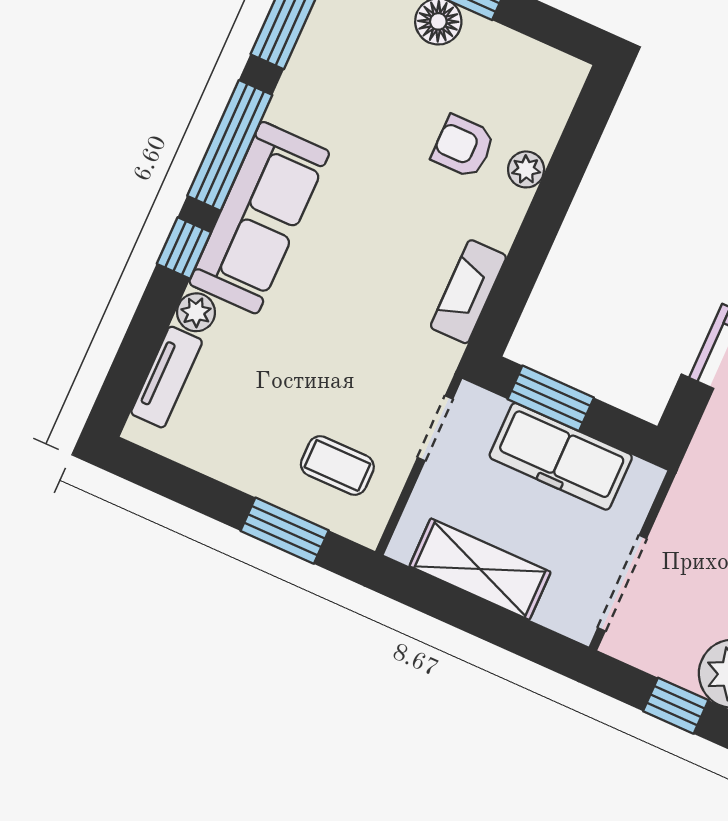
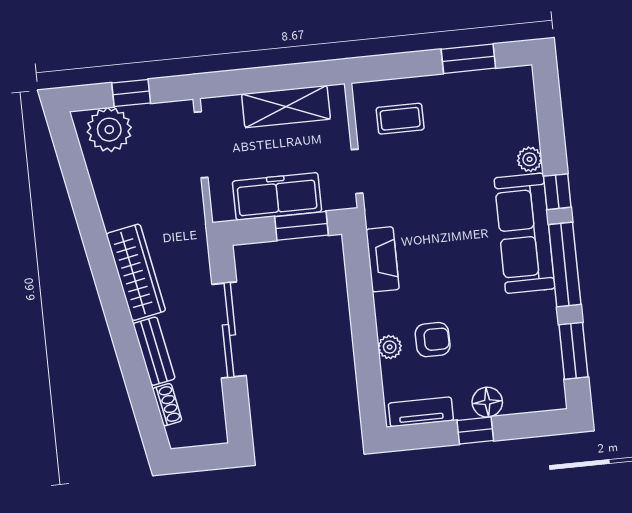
tv unit: (167, 377) -> (421, 412), moved, turned 90
window: (285, 531) -> (468, 59), moved

